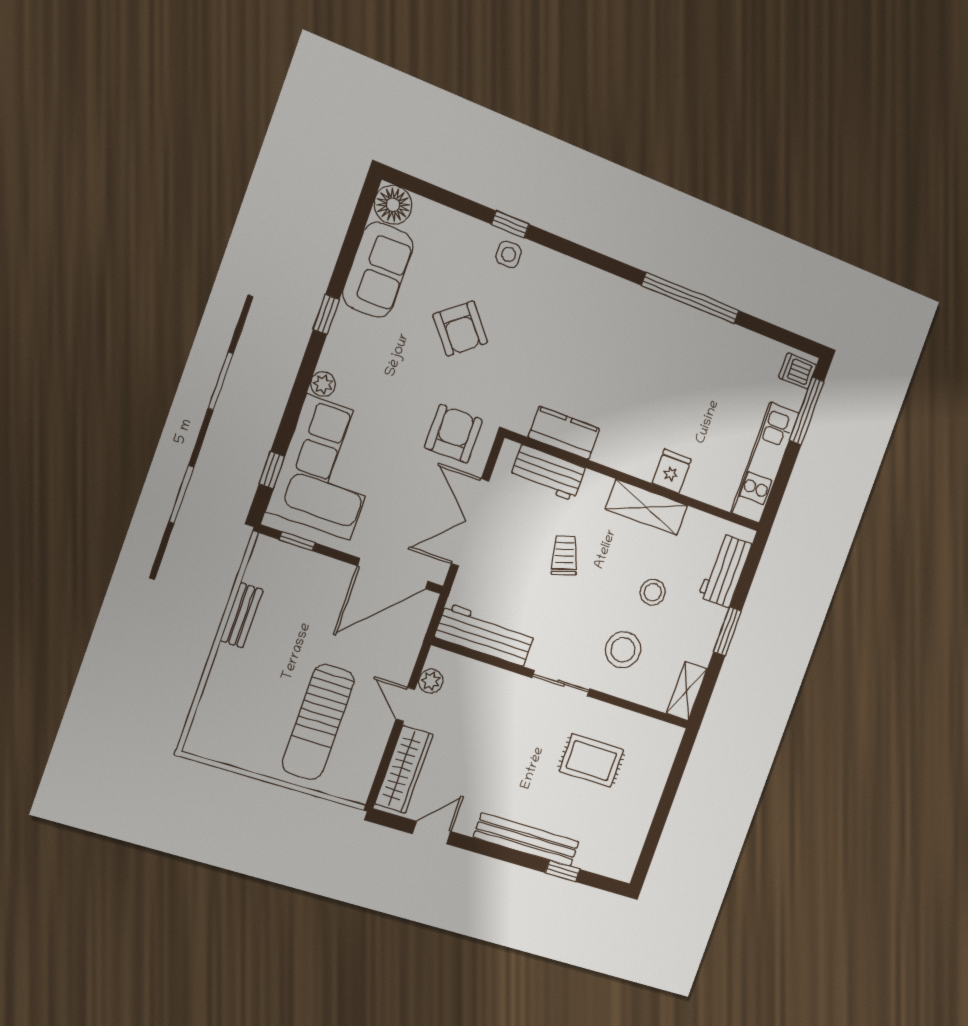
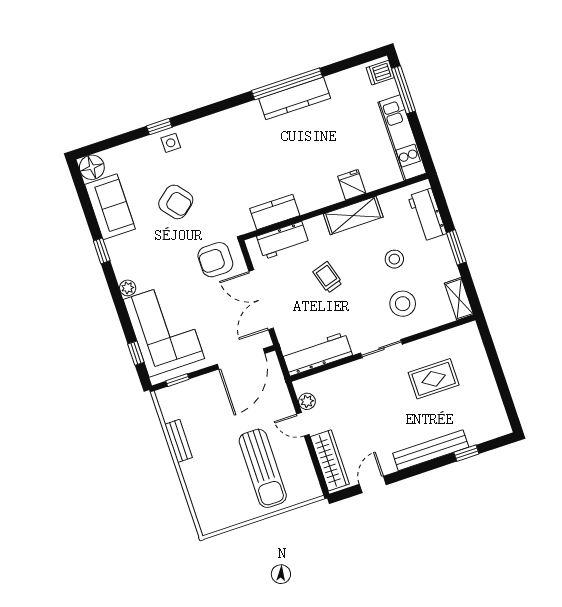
kitchen counter: (686, 322) -> (295, 98), added
armchair: (454, 434) -> (215, 260), turned -90

